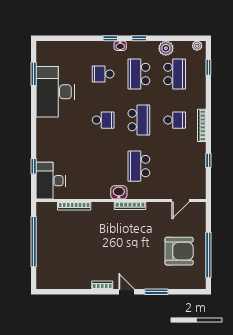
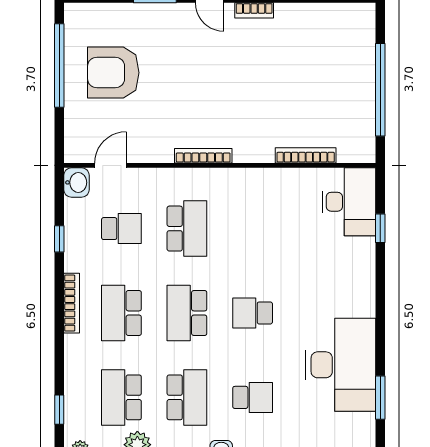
school desk: (175, 120) -> (121, 313), width x1.85
school desk: (175, 166) -> (121, 229), added
washbasin: (119, 192) -> (77, 182), moved, turned -90

